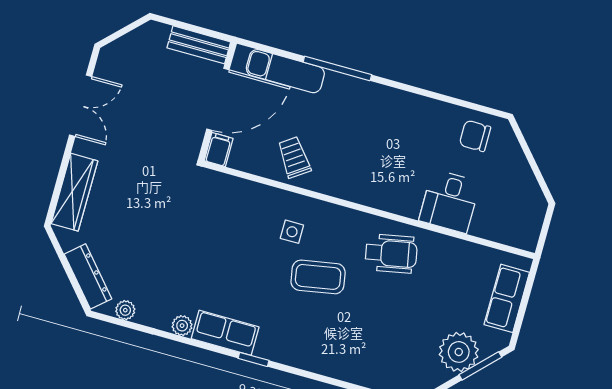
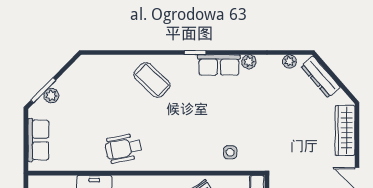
side table: (292, 232) -> (230, 152), moved
coffee table: (318, 277) -> (152, 80), moved, turned 53
plant: (459, 352) -> (51, 96), width x0.53, depth x0.53

